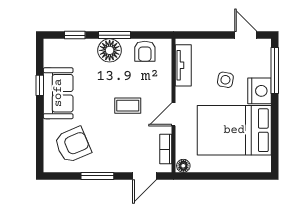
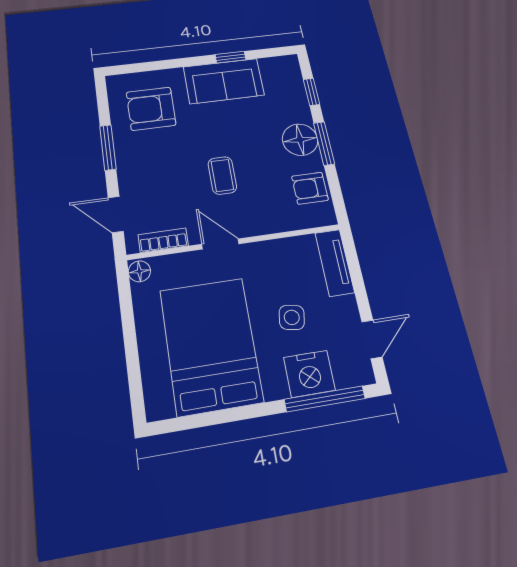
tv unit: (183, 65) -> (335, 263), moved, turned 90
nightstand: (259, 91) -> (309, 374), moved
armchair: (73, 145) -> (151, 109), turned 113

